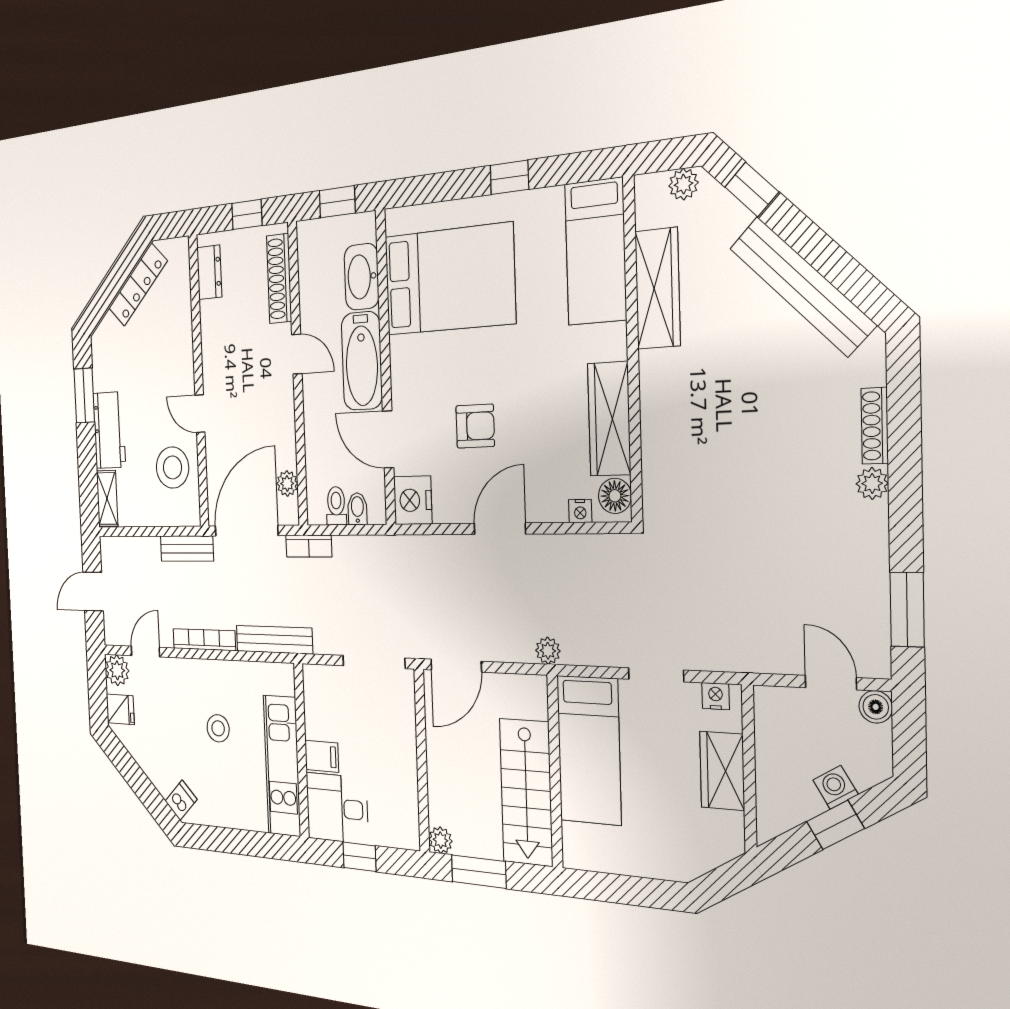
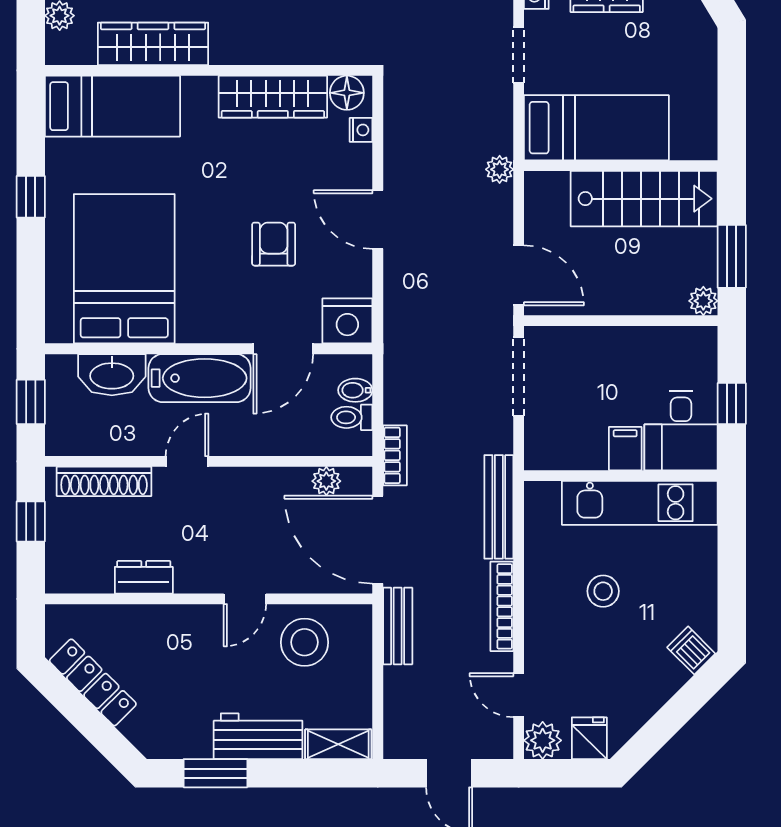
dresser: (209, 272) -> (144, 577), moved

